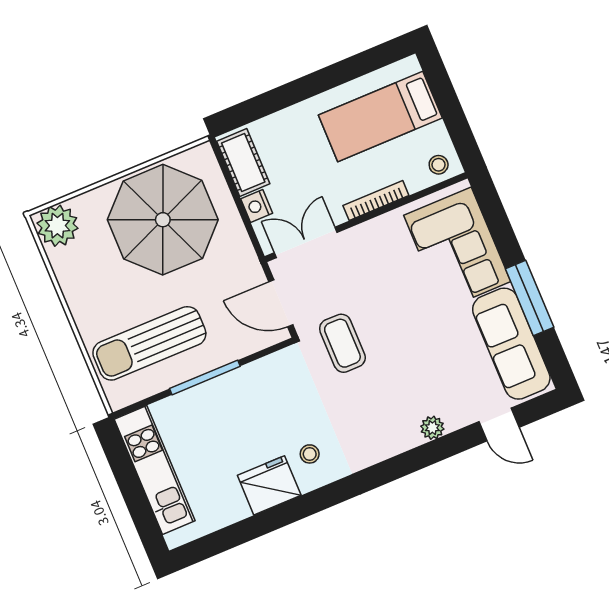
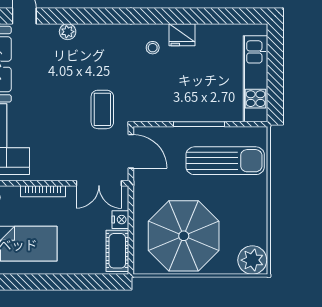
fridge: (269, 485) -> (182, 35), width x0.73, depth x0.75

